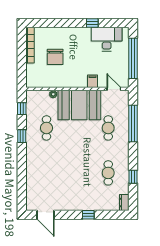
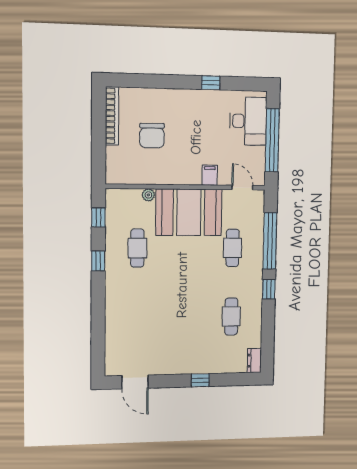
desk: (107, 39) -> (248, 121), moved, turned 90
window: (133, 177) -> (269, 289), moved

